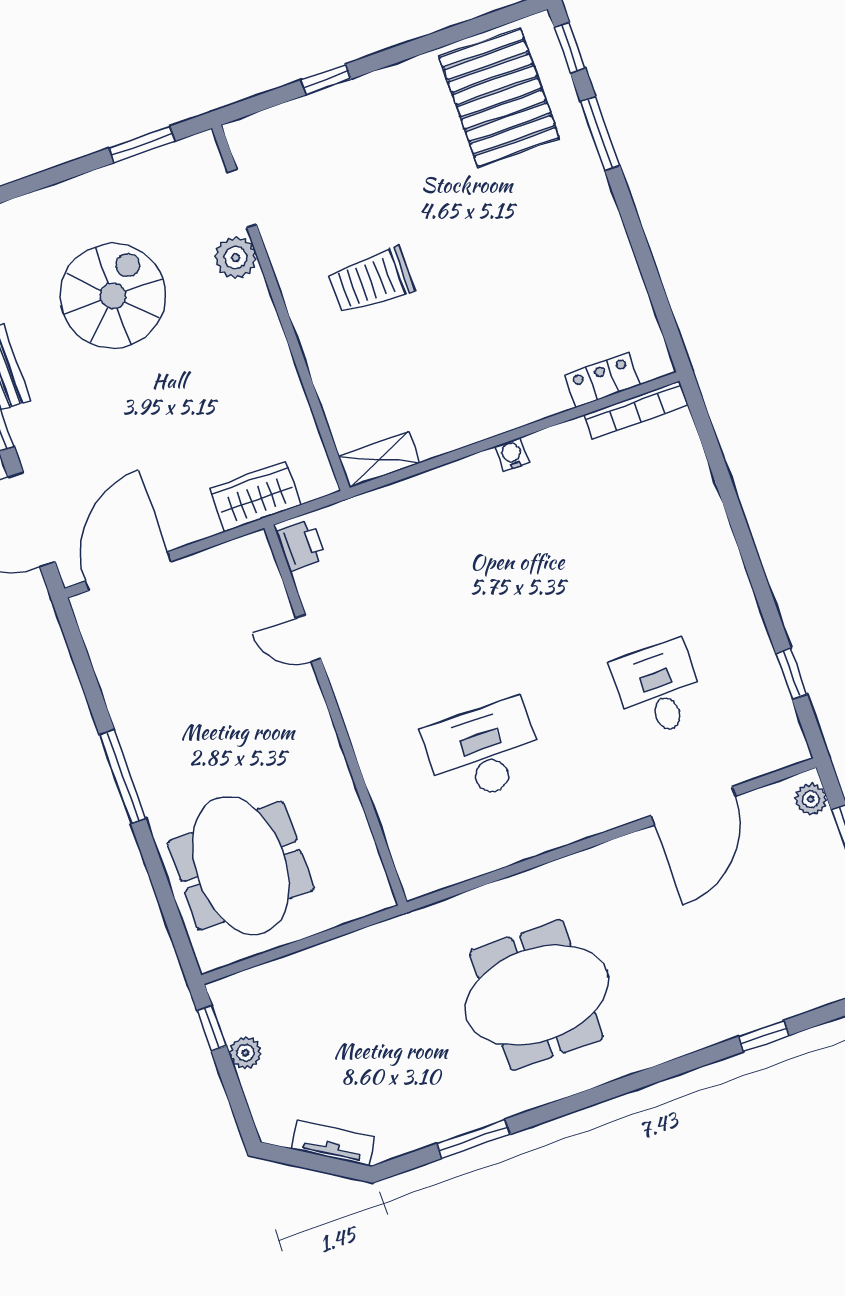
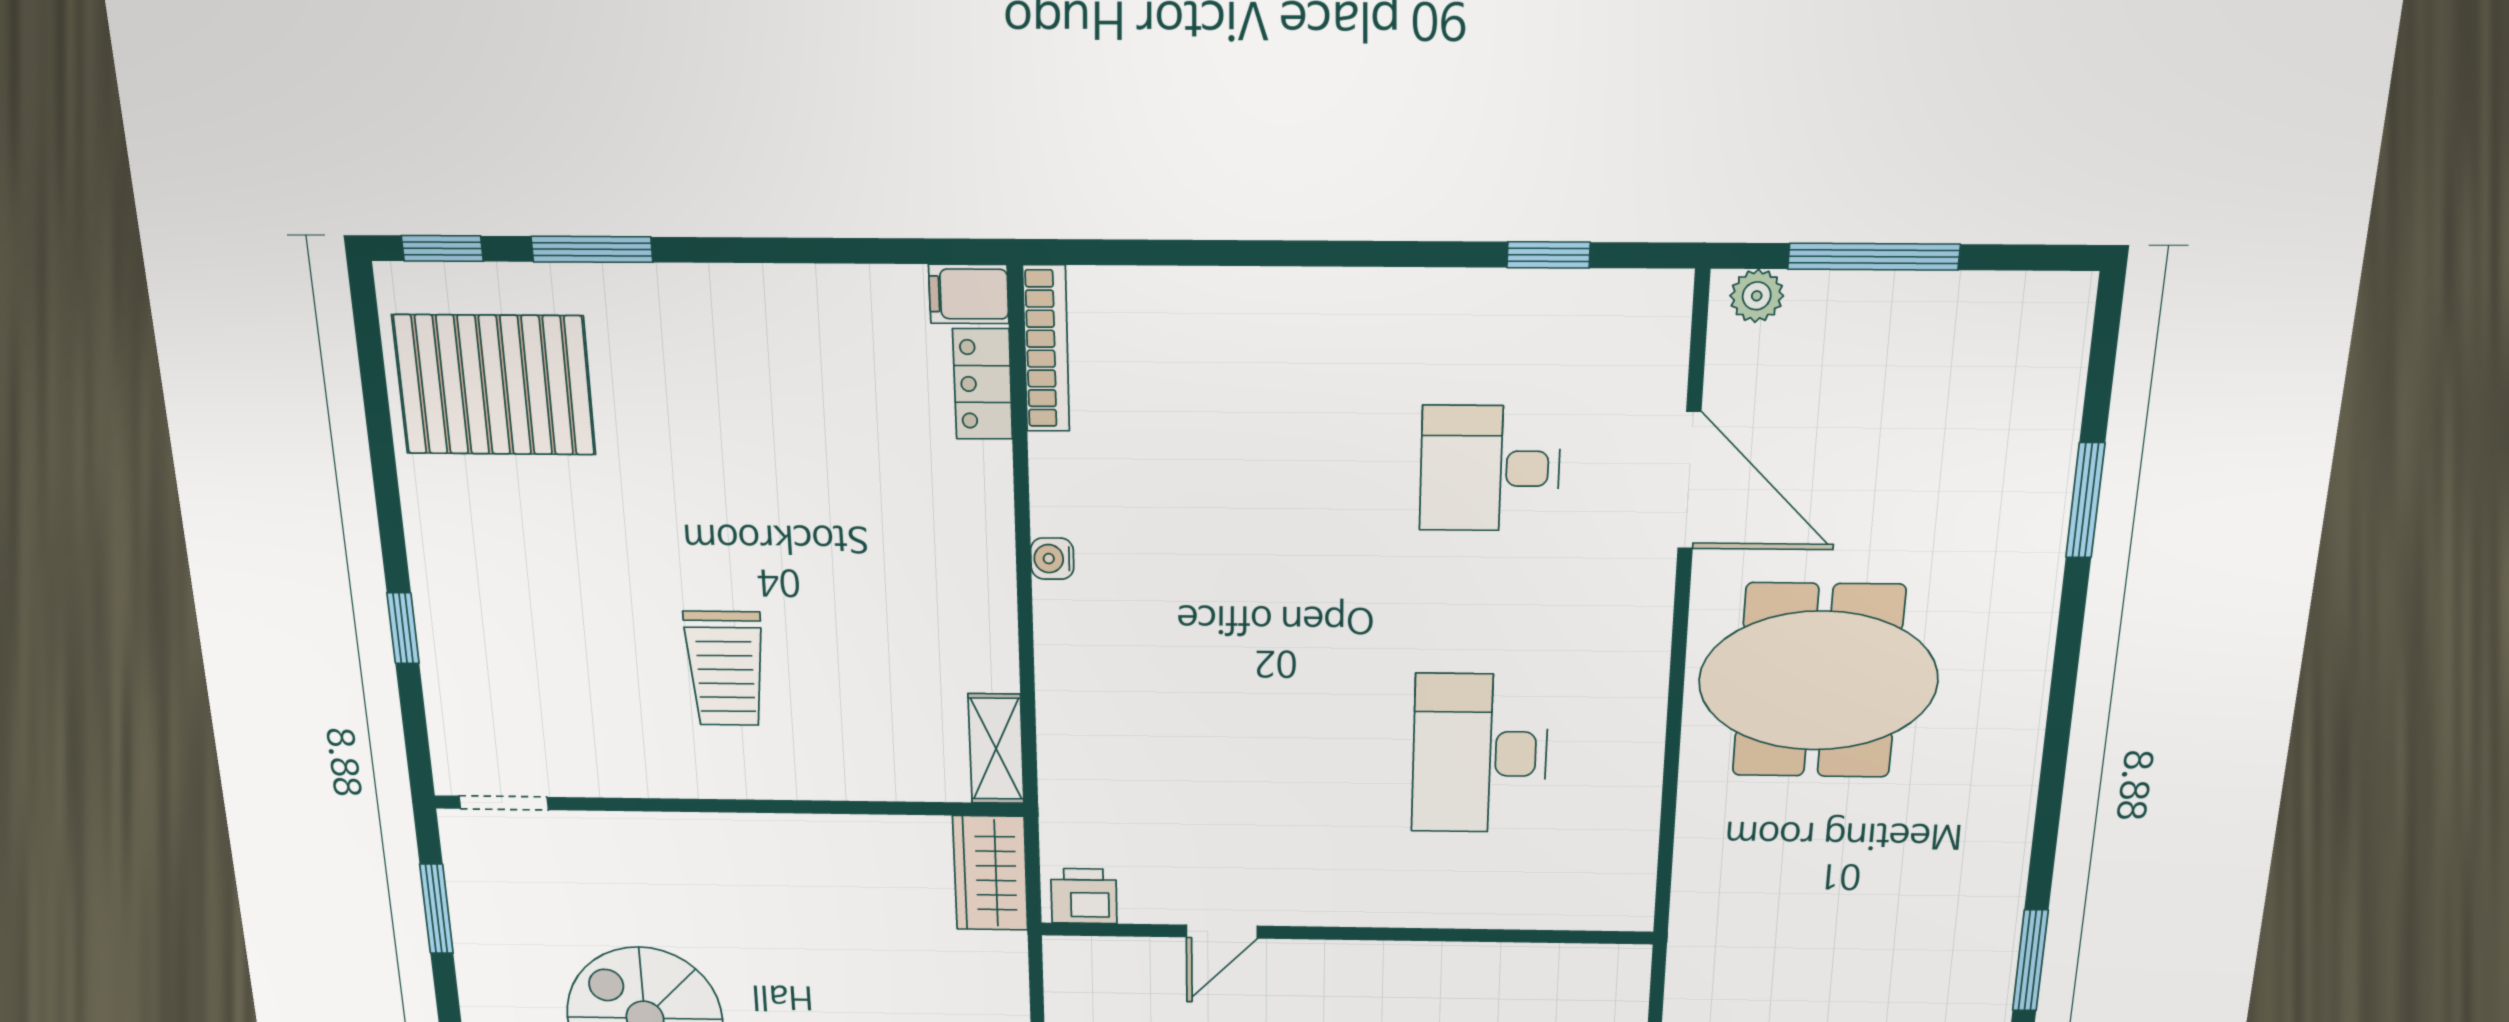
doorway: (242, 198) -> (504, 803), moved
plant: (236, 257) -> (636, 841), removed
filing cabinet: (652, 356) -> (969, 294), added
wardrobe: (255, 497) -> (990, 873), moved
meeting table: (536, 995) -> (1818, 681), moved, turned 90
window: (764, 1036) -> (2085, 500), width x1.50

